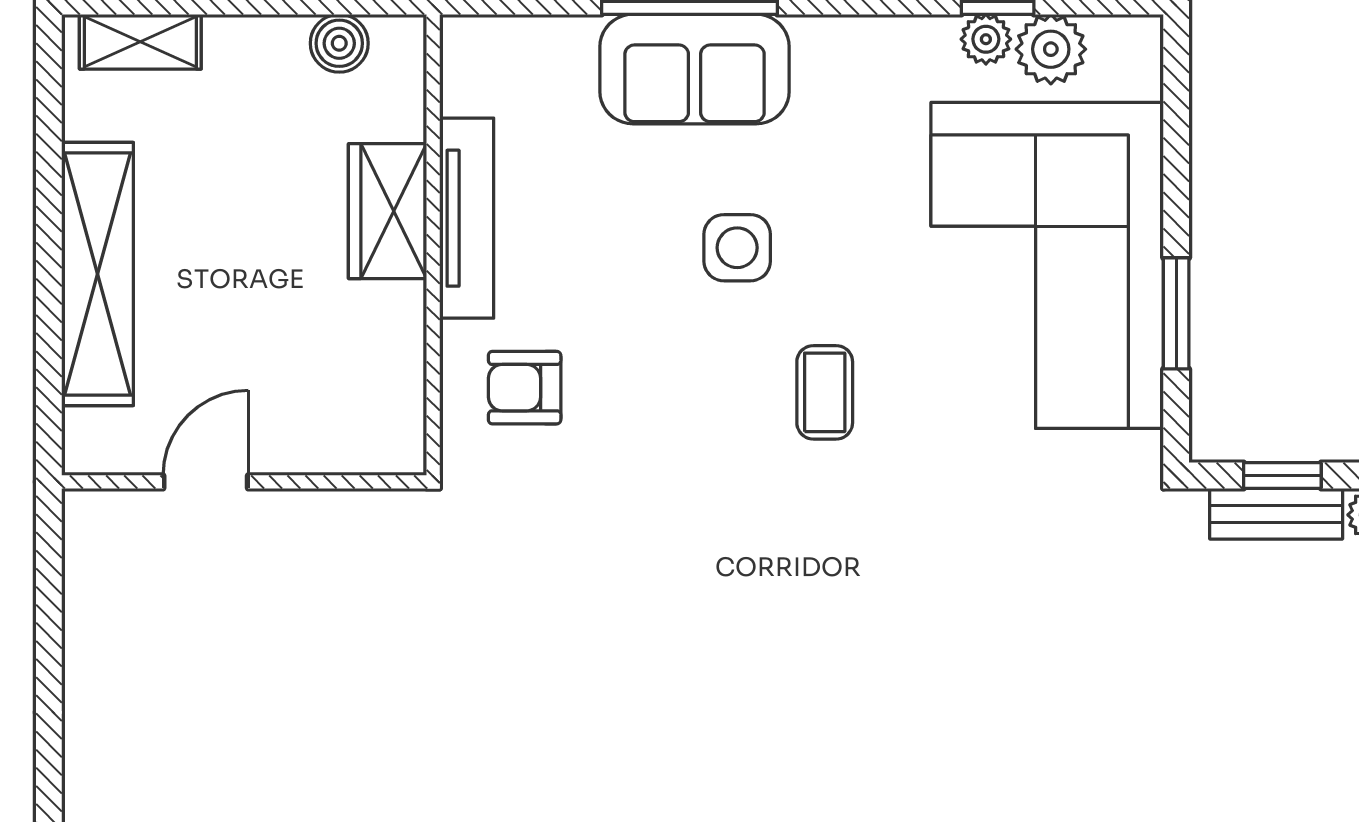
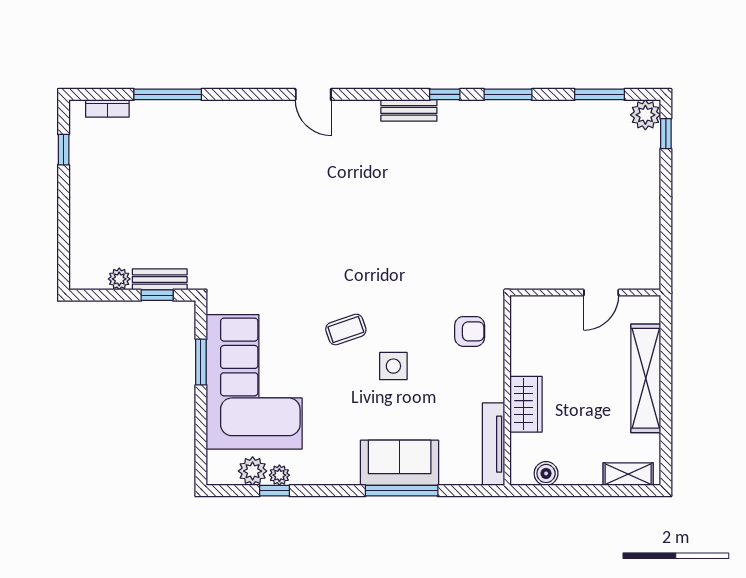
tv unit: (467, 218) -> (494, 444), moved
side table: (737, 248) -> (393, 366), moved
coffee table: (825, 392) -> (346, 329), turned 71

